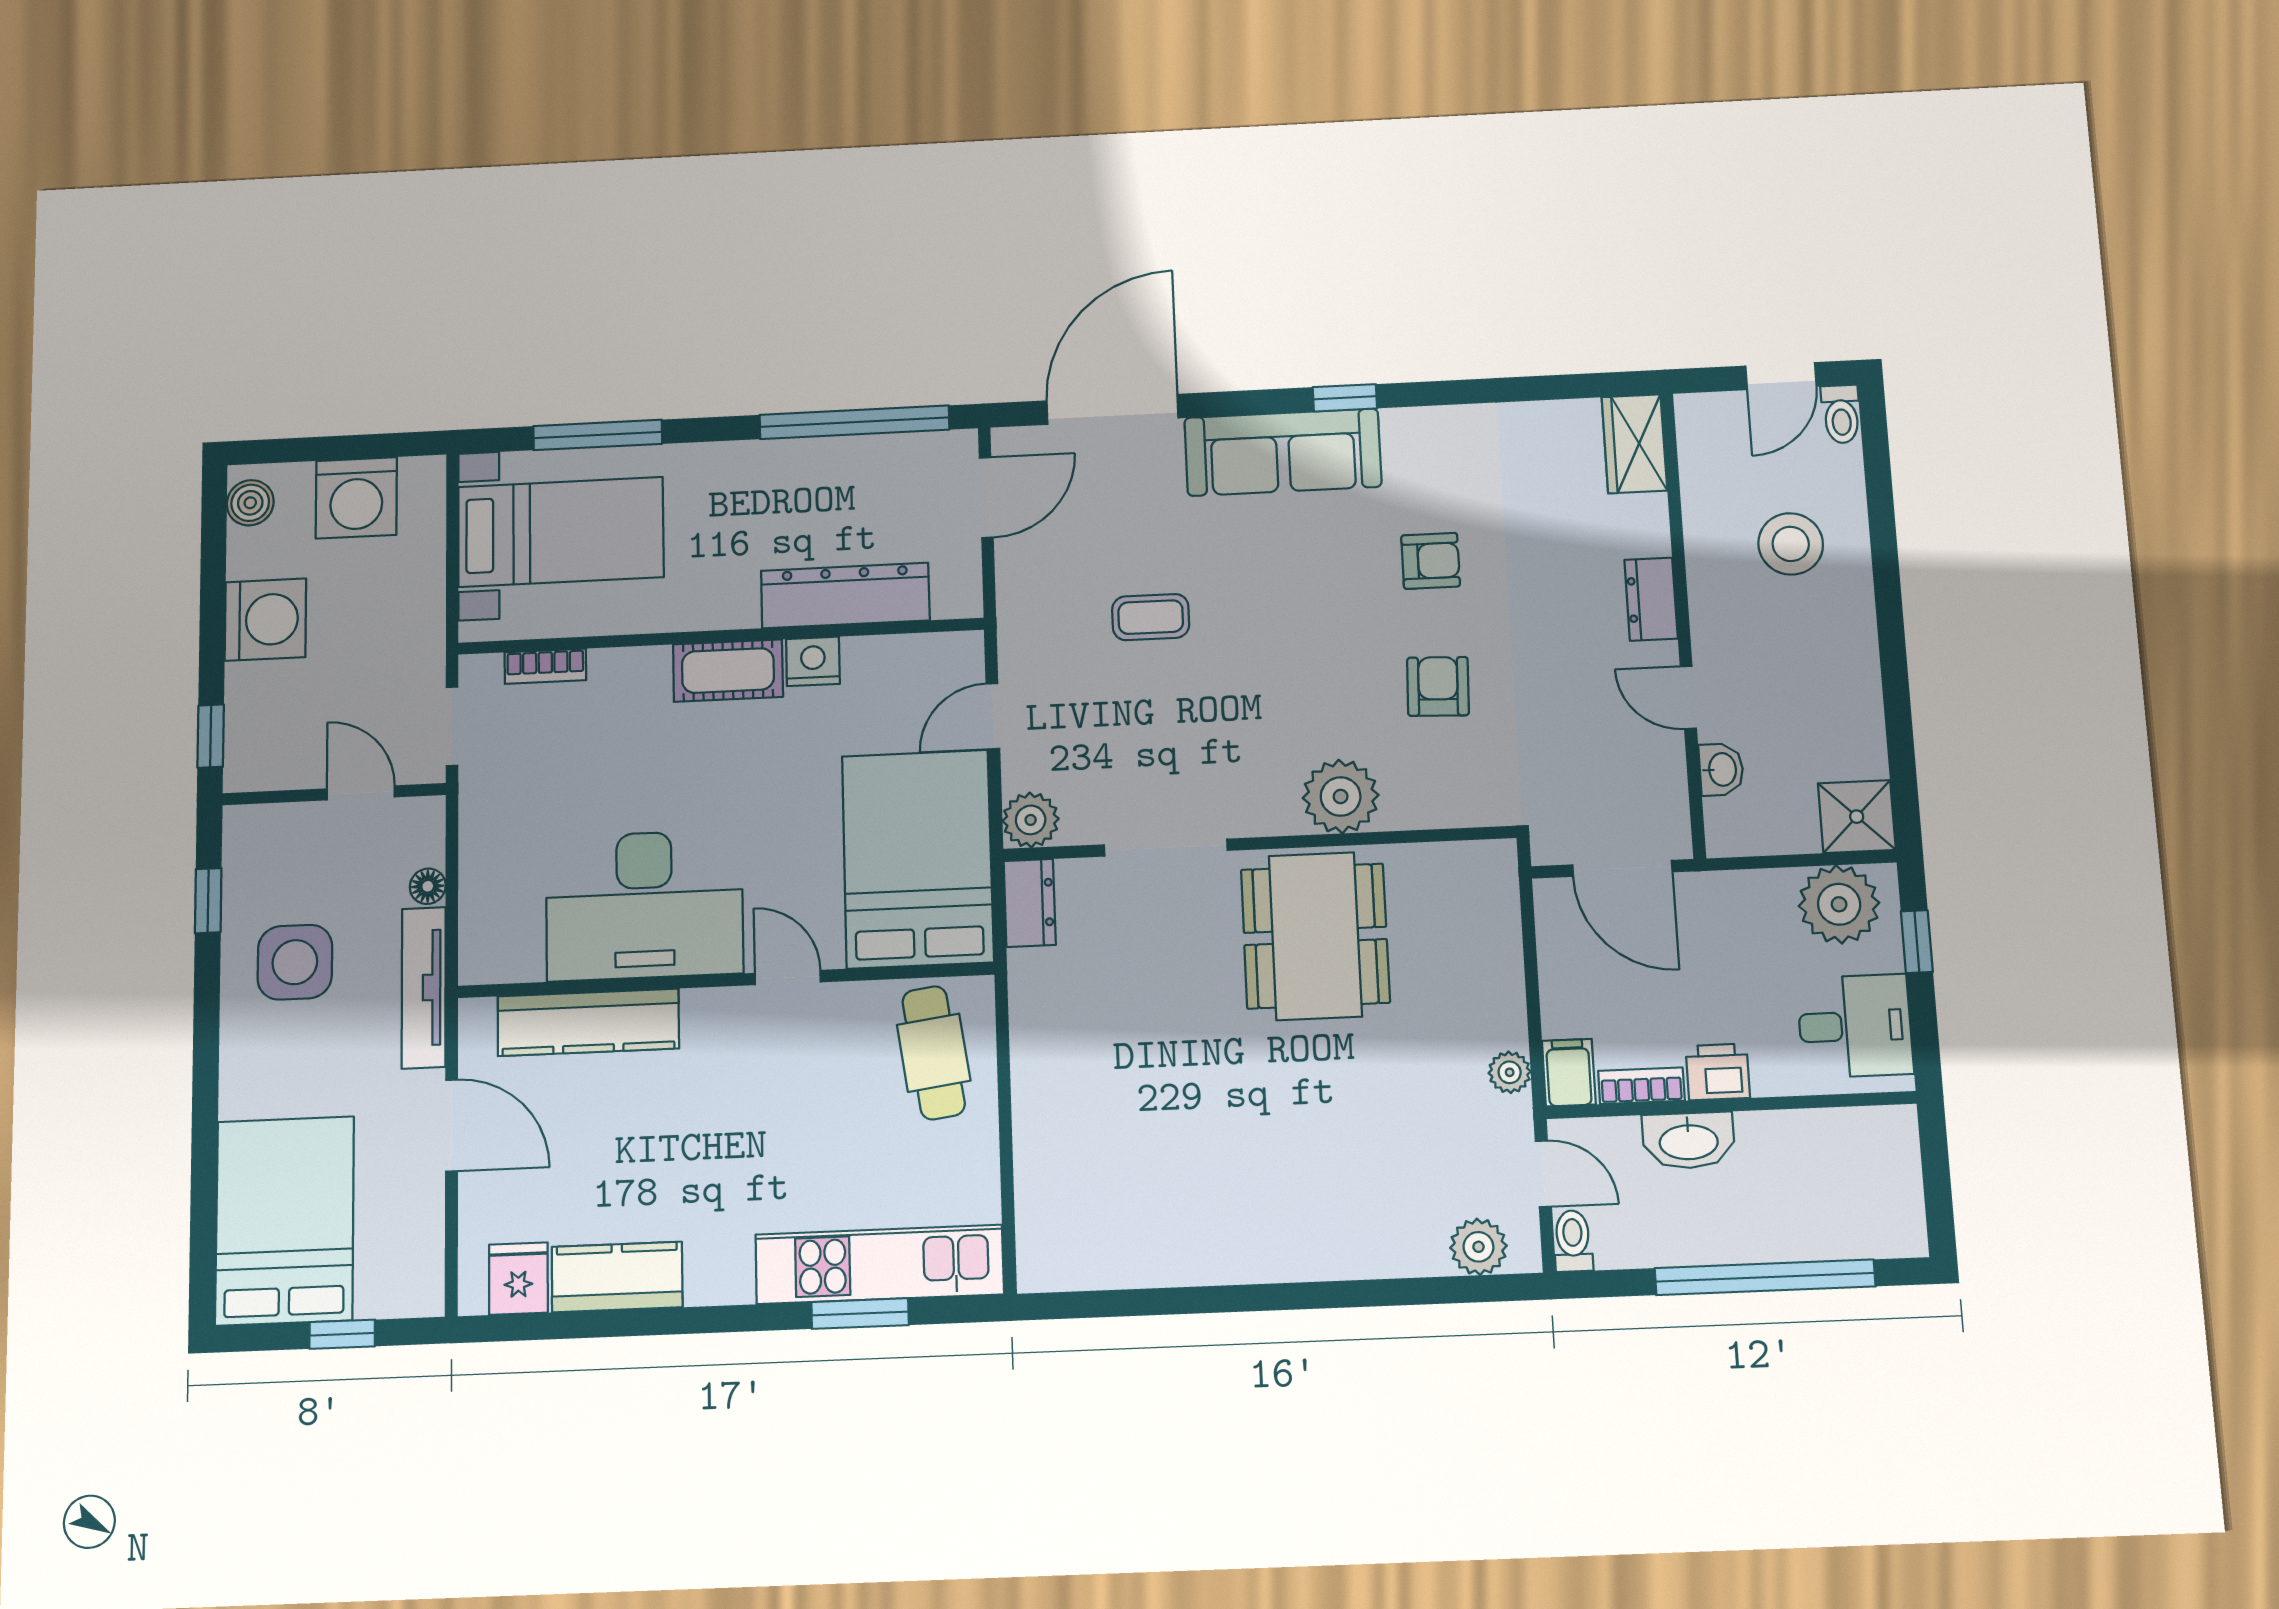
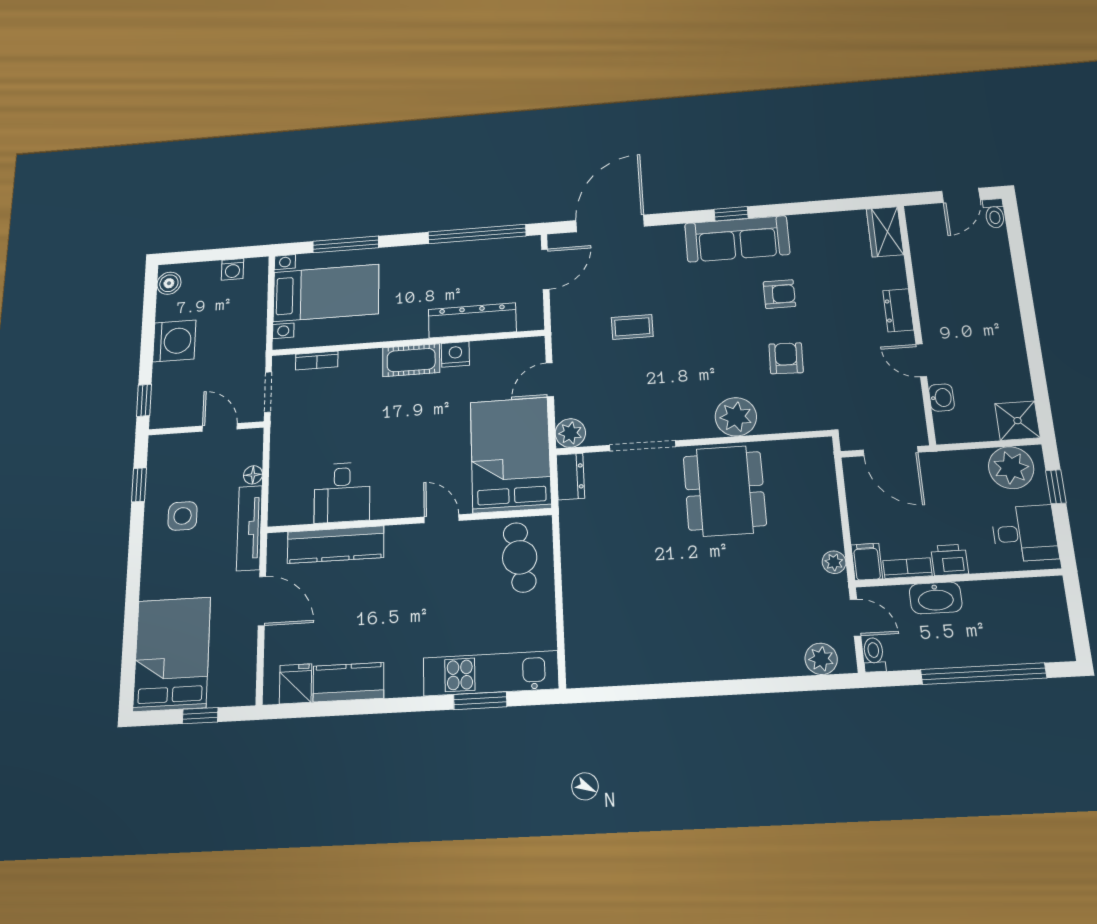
sofa: (1283, 452) -> (737, 239), moved
washing machine: (356, 498) -> (233, 269), width x0.53, depth x0.53
stool: (1791, 544) -> (972, 280), removed
desk: (644, 905) -> (342, 492), width x0.53, depth x0.77
side table: (295, 962) -> (183, 516), width x0.73, depth x0.73

